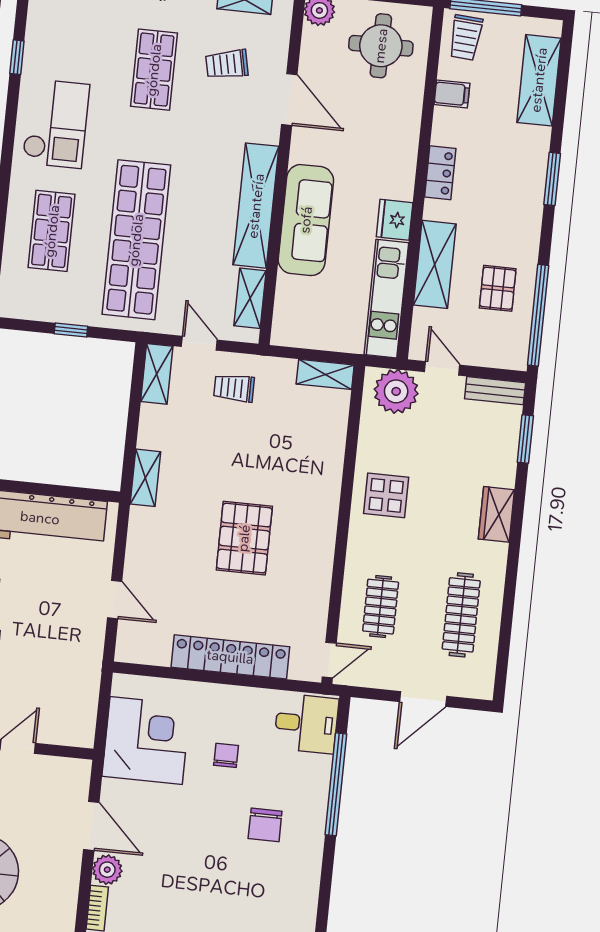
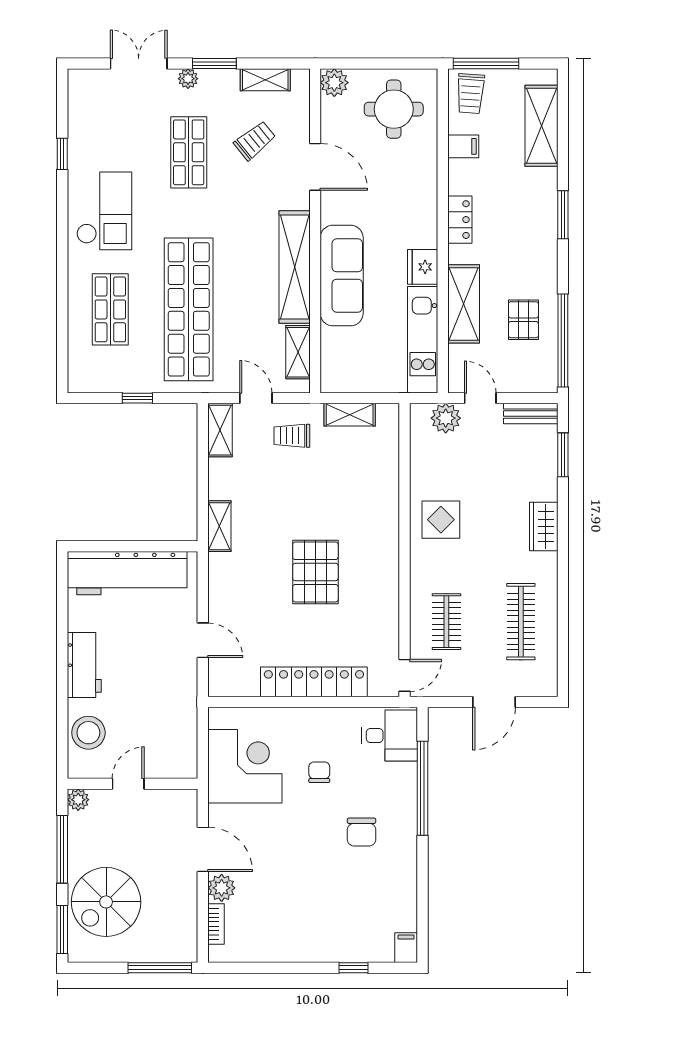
trolley: (227, 64) -> (255, 141), turned 153
shelving: (325, 374) -> (350, 415), moved
plant: (396, 391) -> (446, 418), width x0.73, depth x0.73

